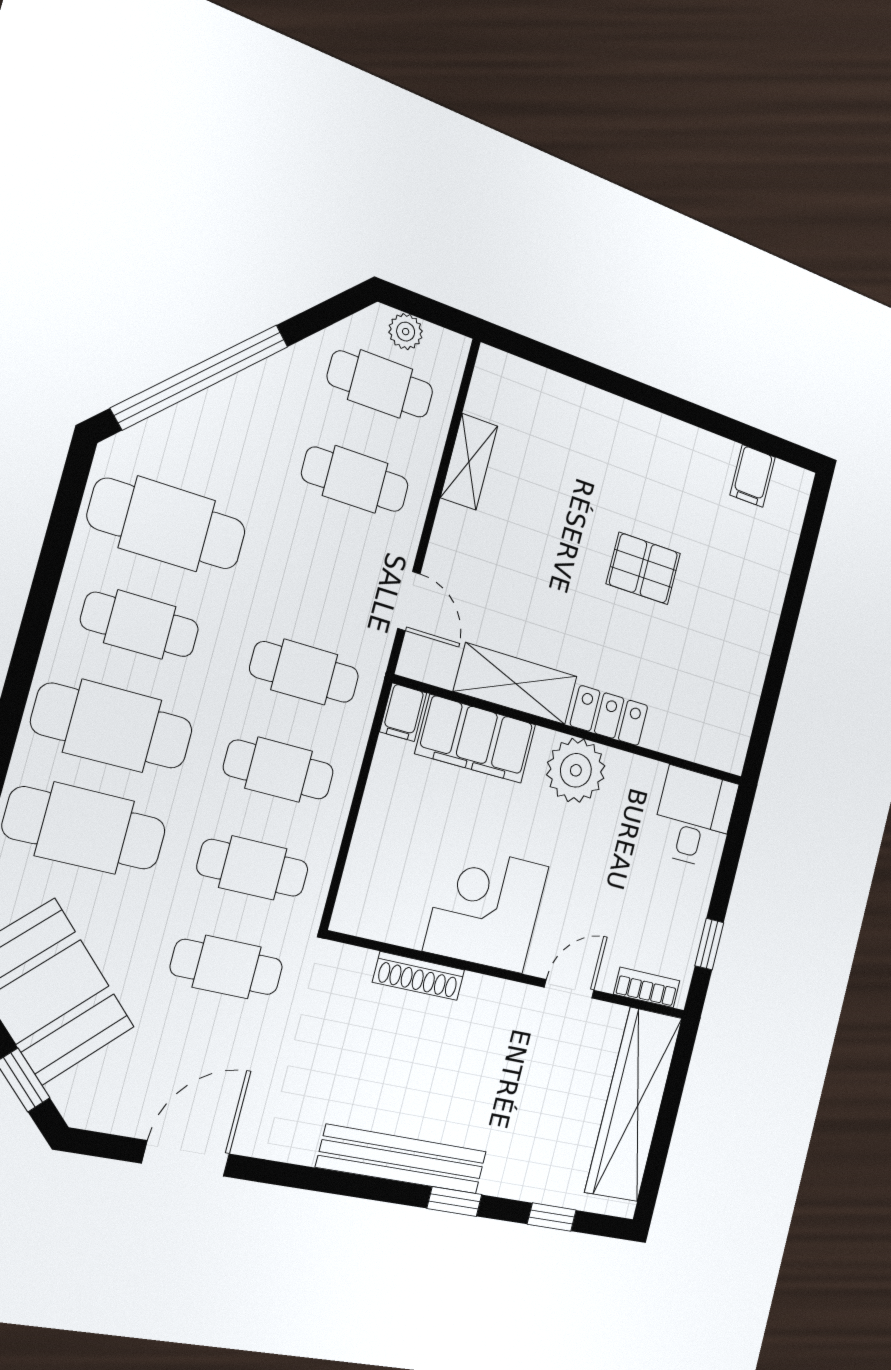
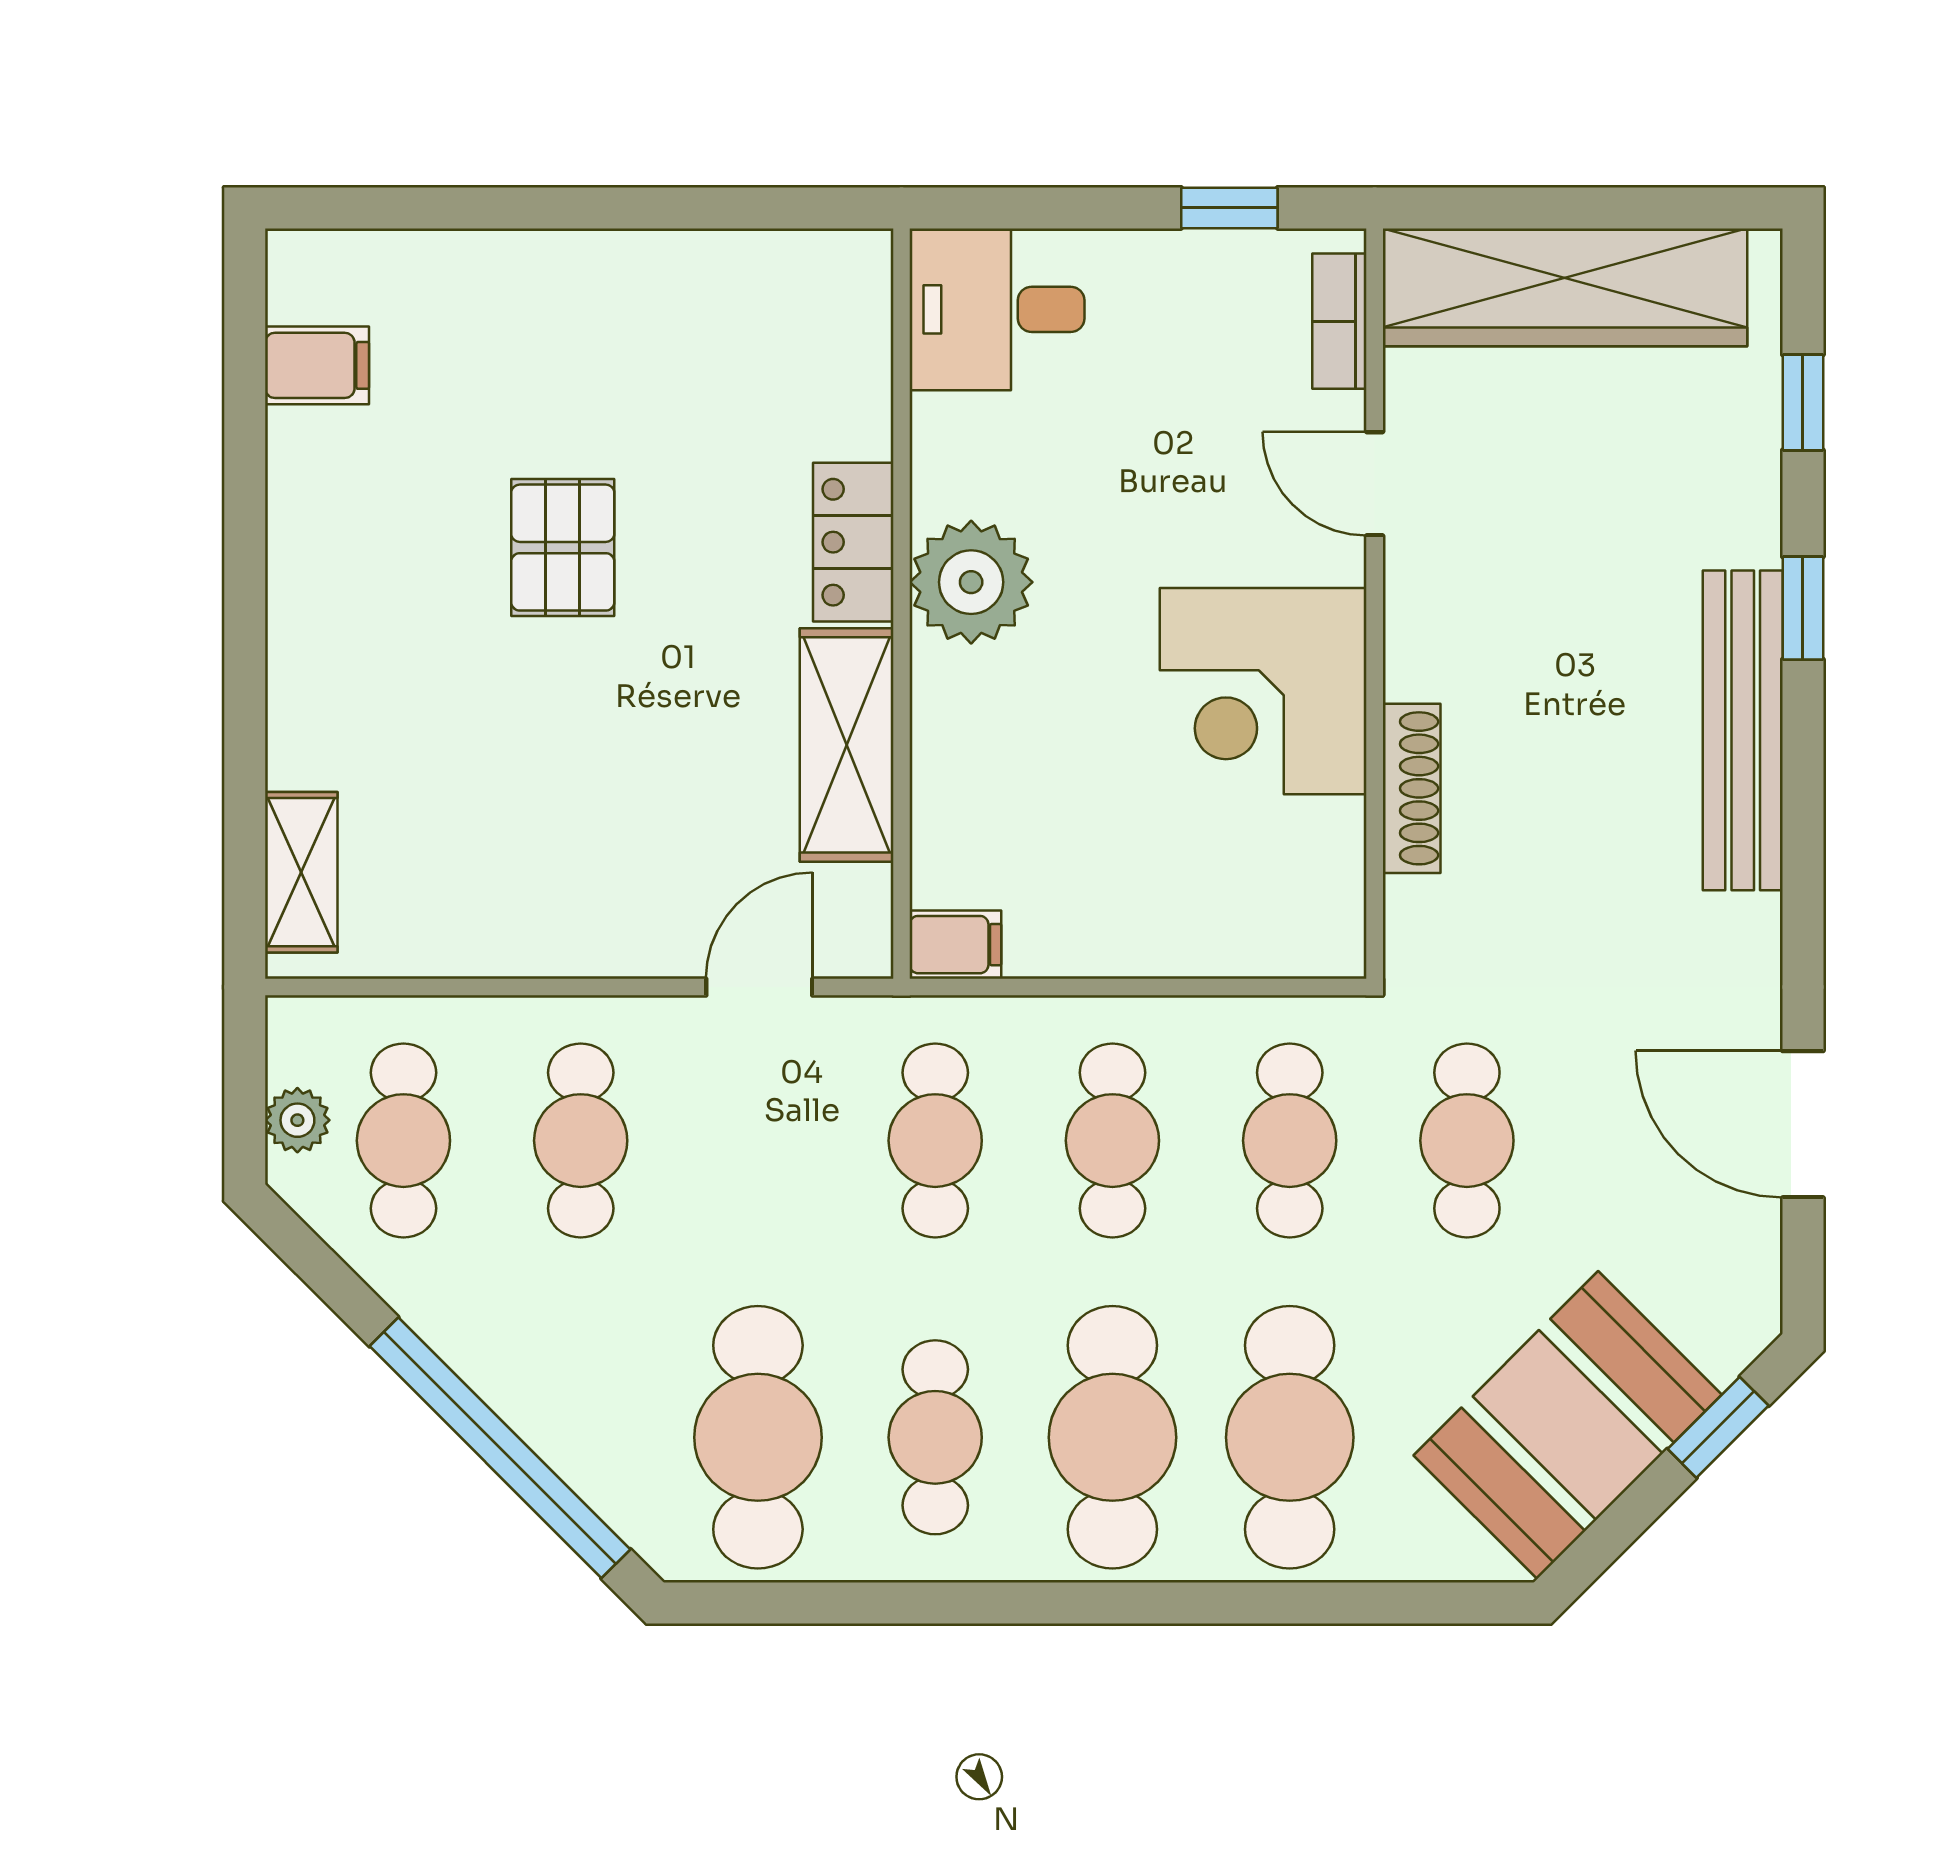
shelving: (469, 462) -> (301, 872), moved, turned 90
filing cabinet: (476, 739) -> (966, 795), removed

